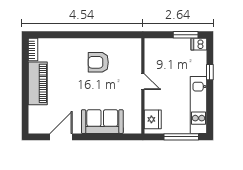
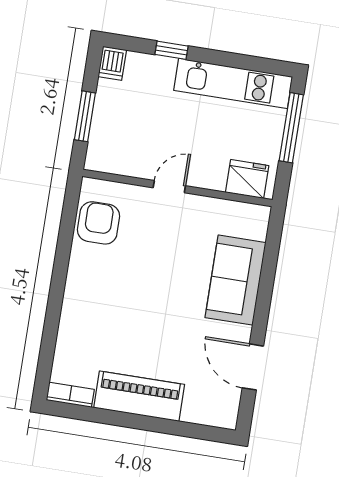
window: (186, 35) -> (85, 116), moved
armchair: (98, 62) -> (99, 223), moved, turned 180

